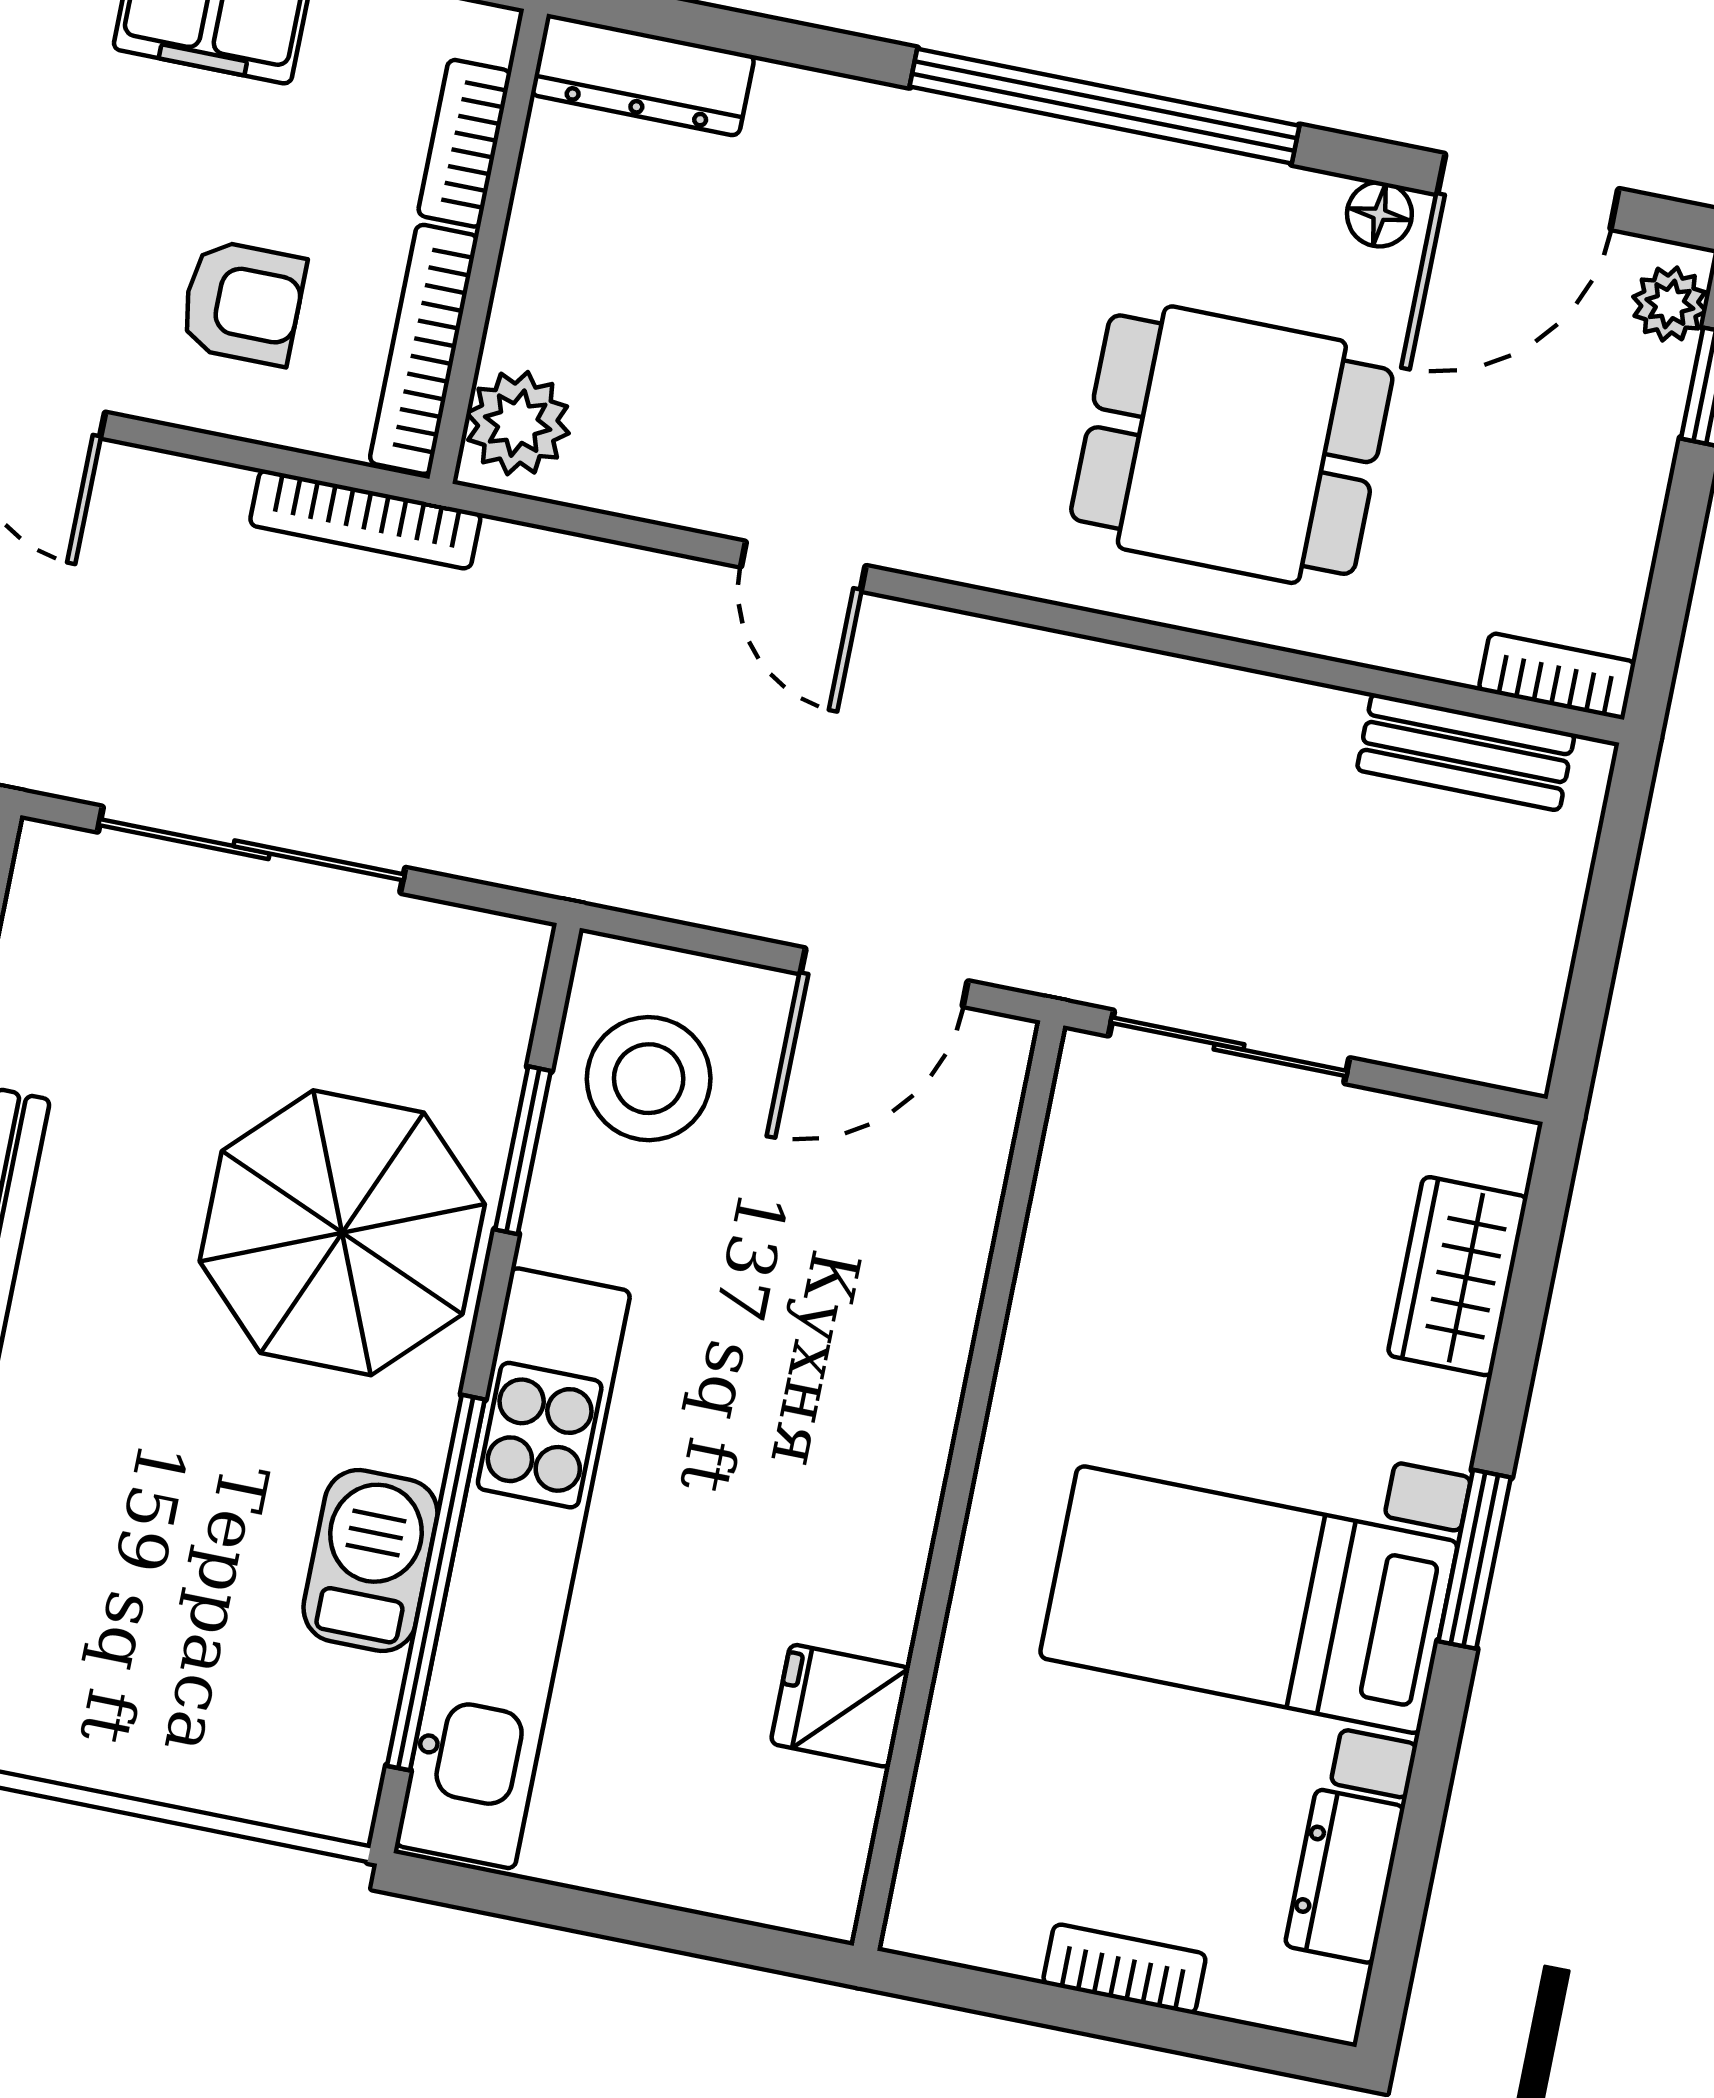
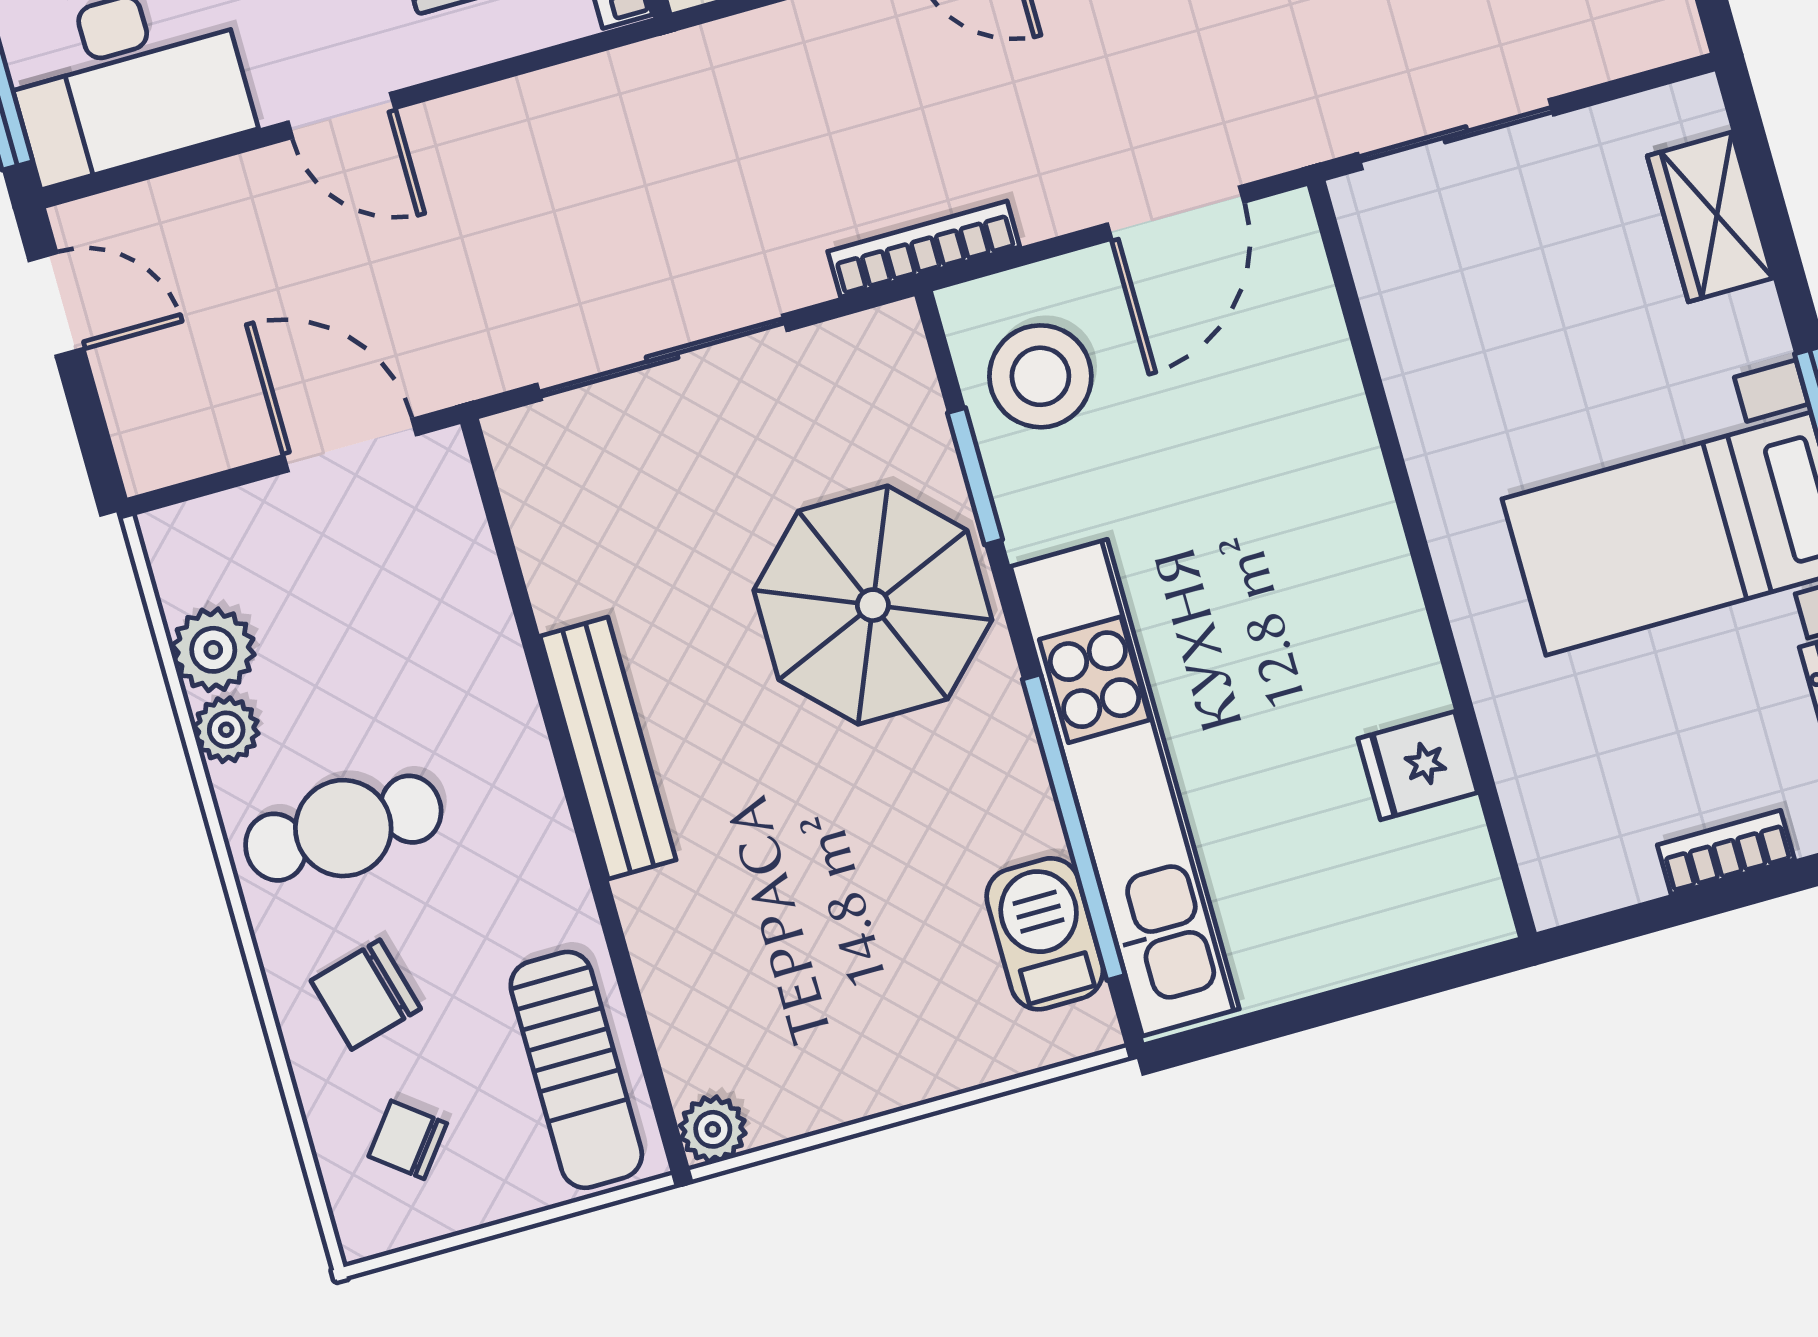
bookcase: (365, 519) -> (924, 249), moved, turned 180
barbecue: (370, 1561) -> (1045, 934), moved

